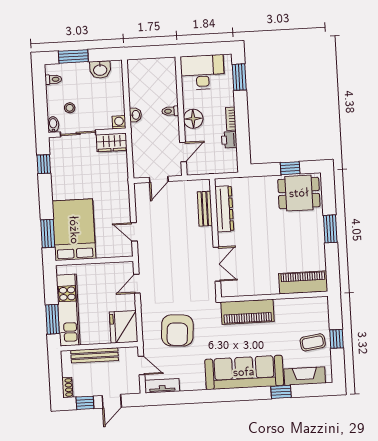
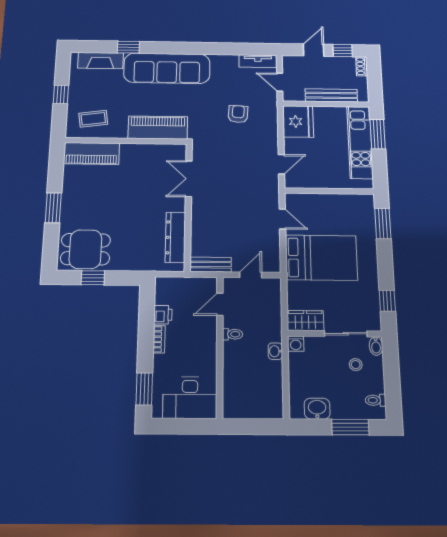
toilet: (170, 111) -> (232, 334), moved
floor lamp: (193, 119) -> (205, 342), removed
bench: (205, 209) -> (211, 265), moved, turned 90
bed: (74, 230) -> (321, 258), moved, turned -90
armchair: (177, 330) -> (238, 114), width x0.53, depth x0.53
coffee table: (313, 342) -> (93, 119), moved

